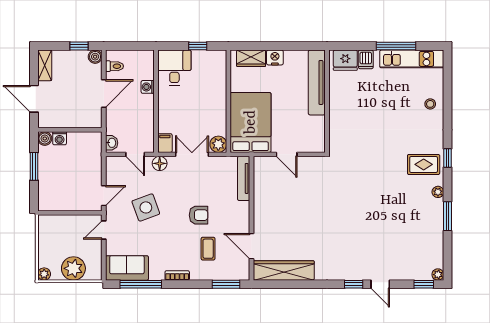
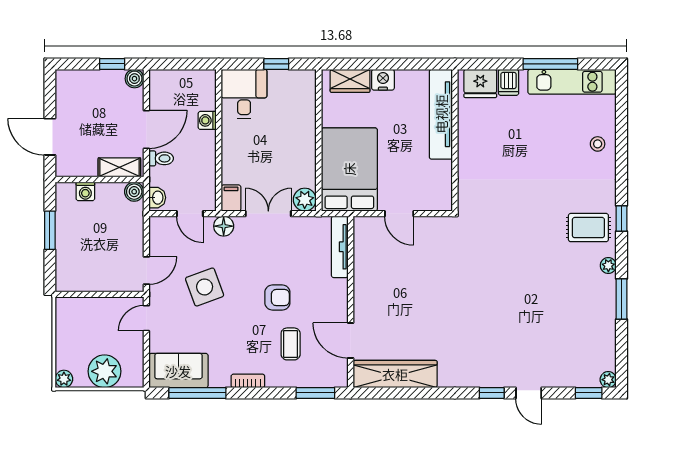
shelving: (45, 65) -> (119, 167), moved, turned 90
toilet: (114, 66) -> (161, 158), moved
boiler: (45, 138) -> (134, 192), moved

